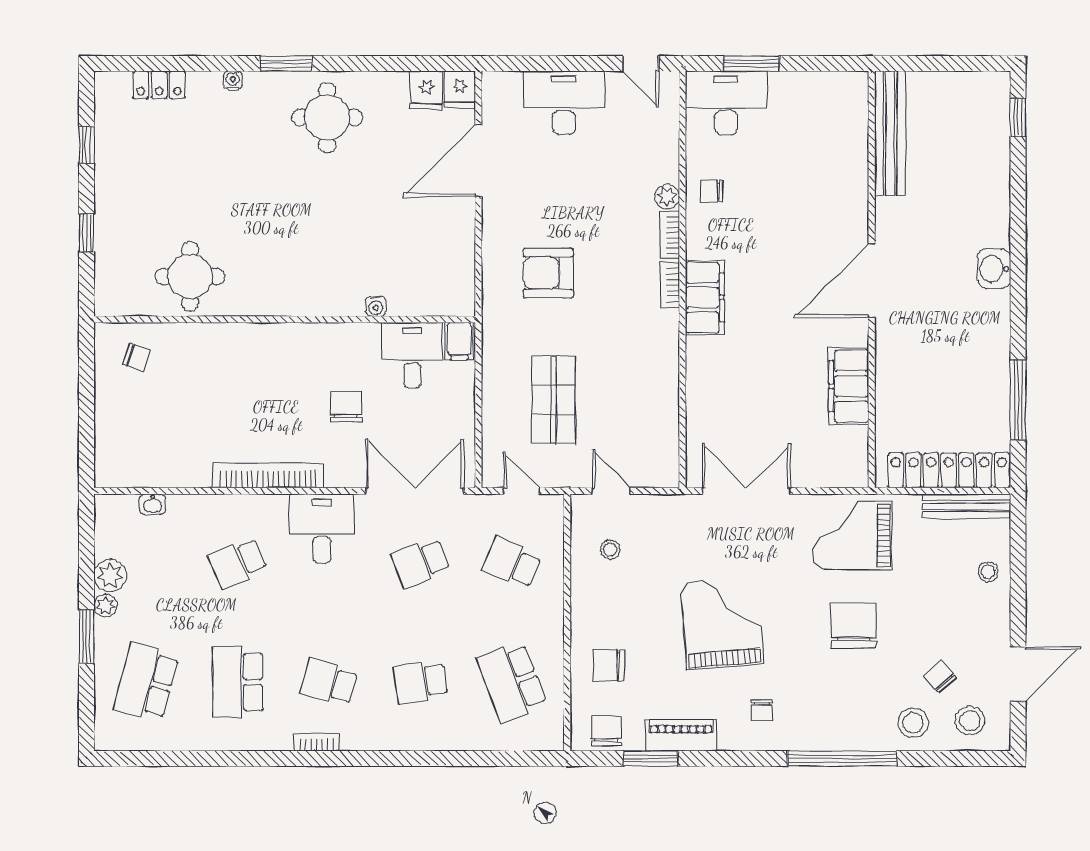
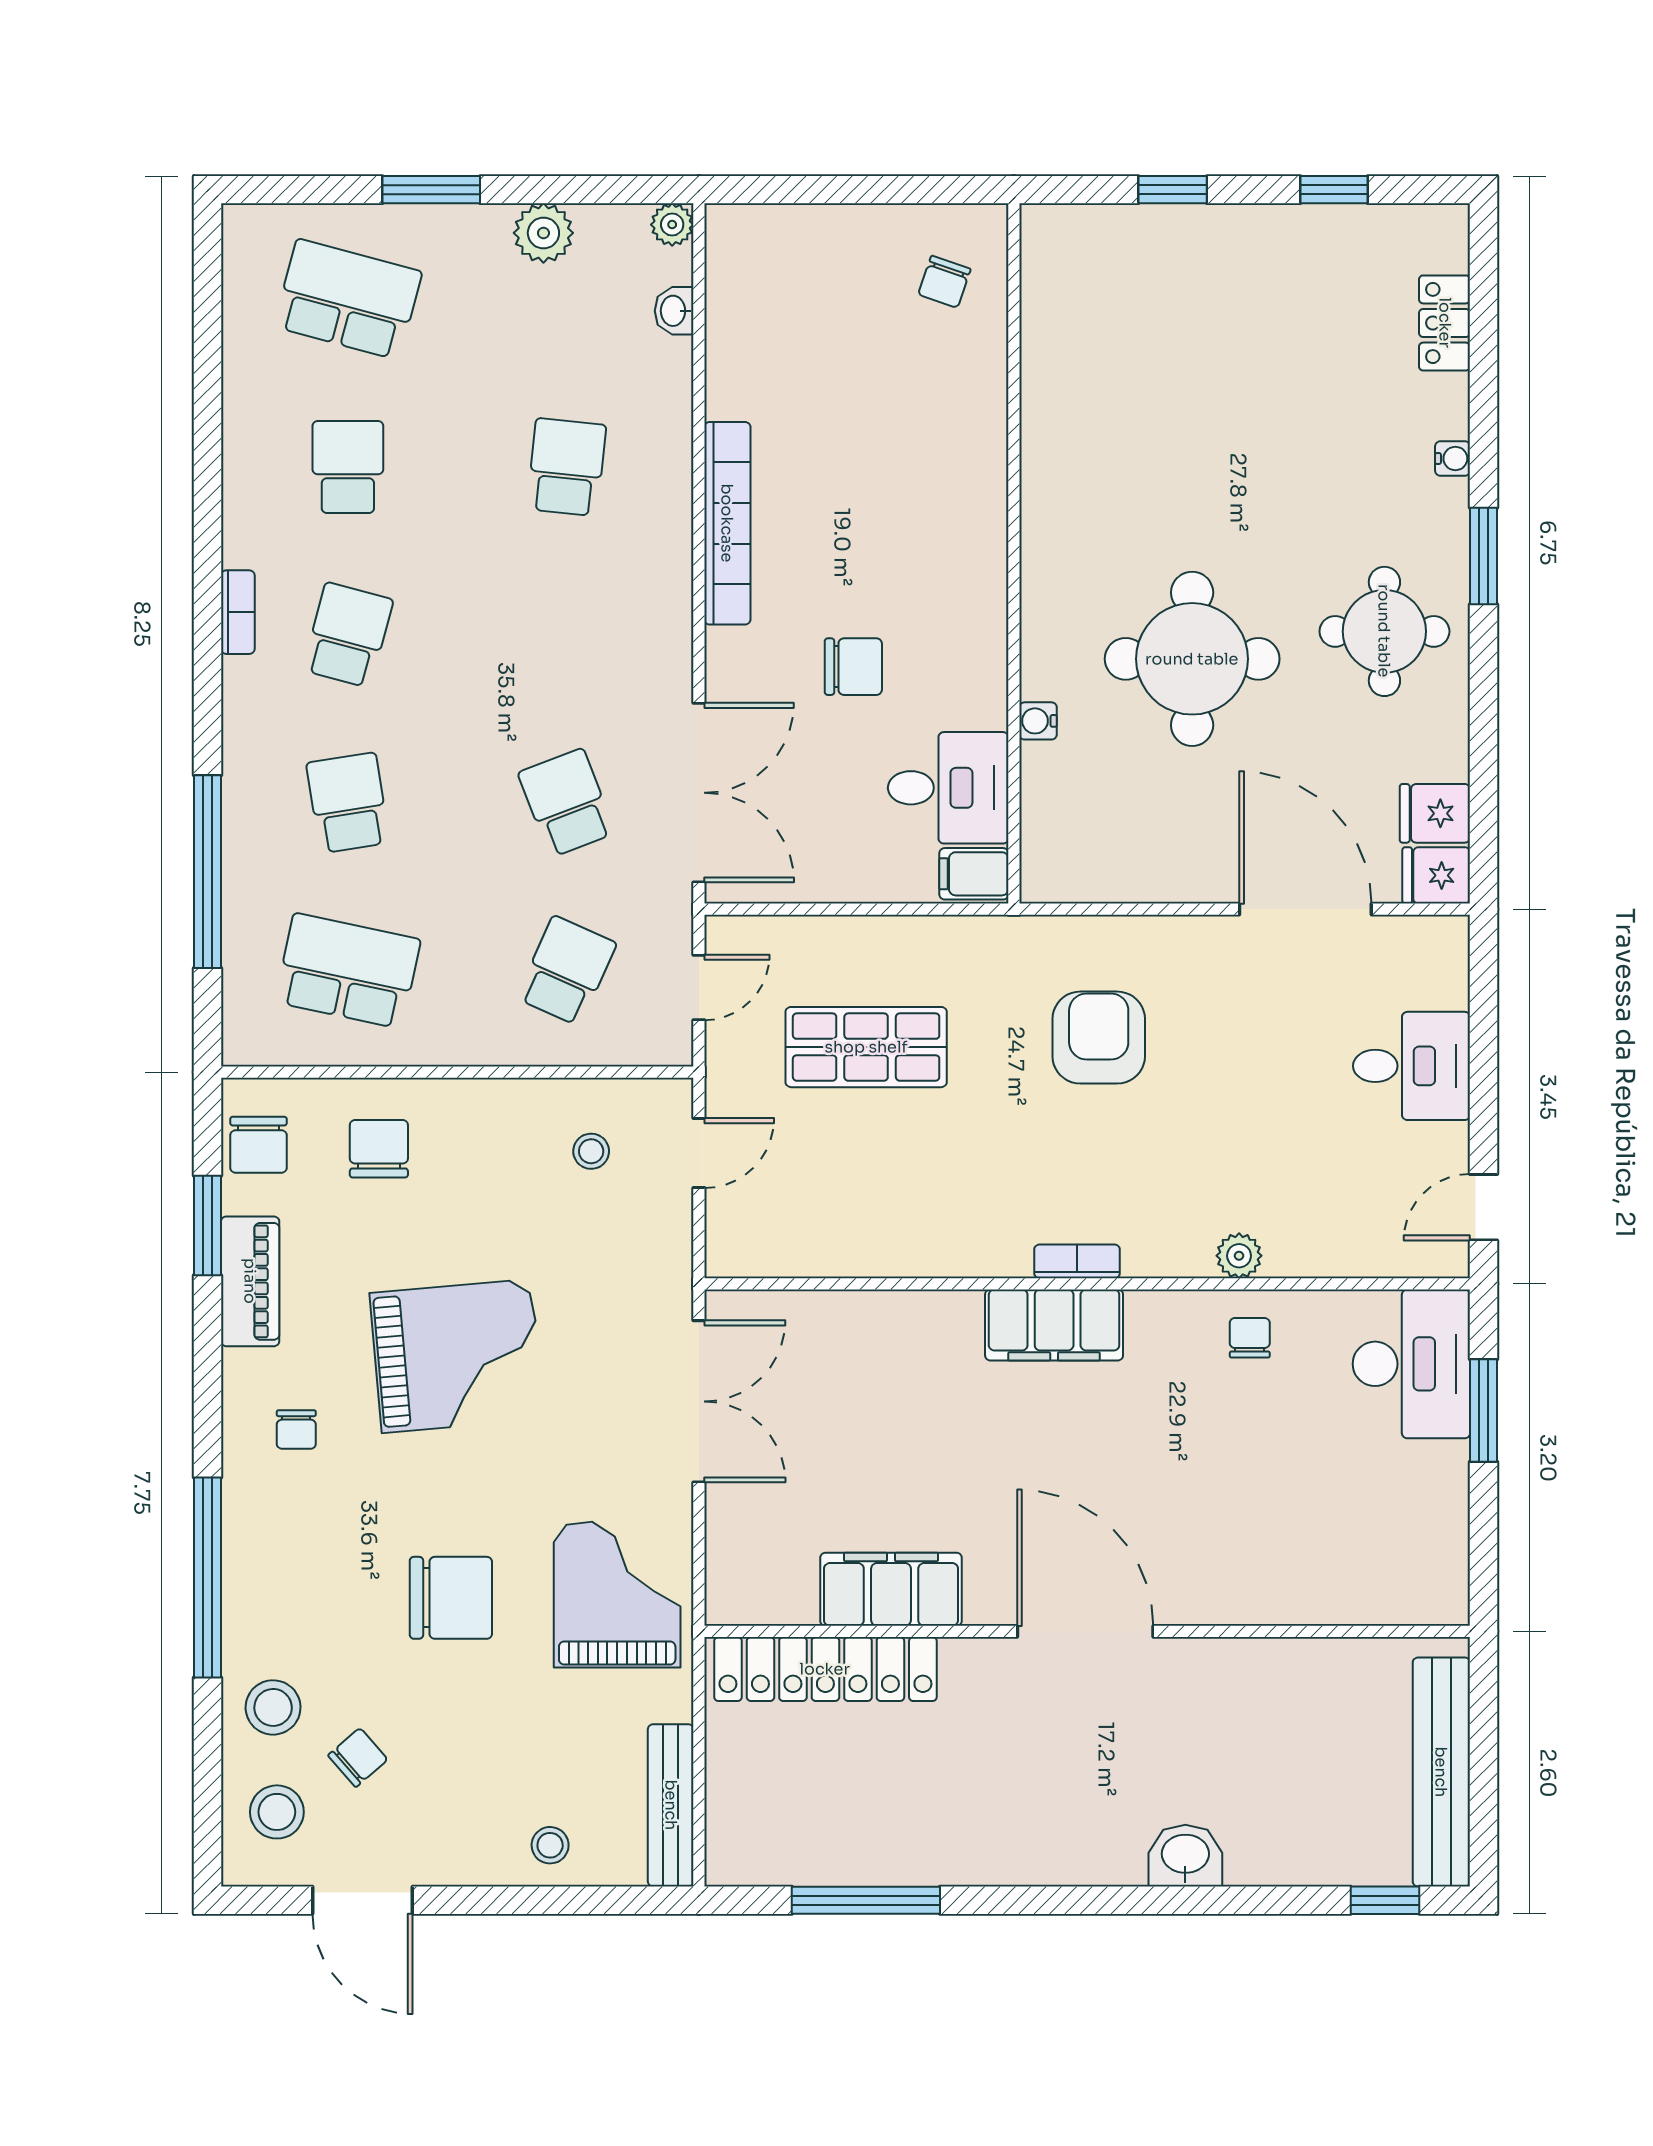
desk: (564, 103) -> (1412, 1066), width x0.73
bench: (890, 133) -> (1441, 1772), moved, turned 90
bookcase: (670, 235) -> (1168, 1261), removed
washbasin: (994, 269) -> (1185, 1856), moved
round table: (190, 276) -> (1192, 659), moved, width x1.36, depth x1.36
locker: (949, 470) -> (825, 1669), moved, turned 90
desk: (322, 528) -> (630, 622), removed
school desk: (238, 563) -> (567, 467), turned 30
plant: (106, 606) -> (672, 225), moved
school desk: (238, 682) -> (348, 467), width x0.54
school desk: (512, 682) -> (348, 971), turned 33
chair: (762, 710) -> (296, 1430), turned -90
chair: (607, 731) -> (259, 1145), turned 90
window: (458, 758) -> (207, 872), added

